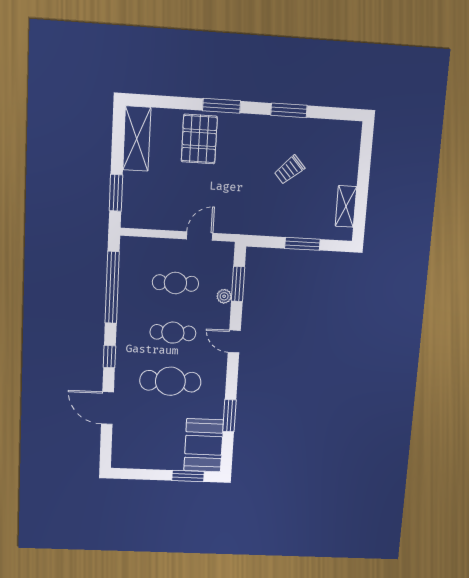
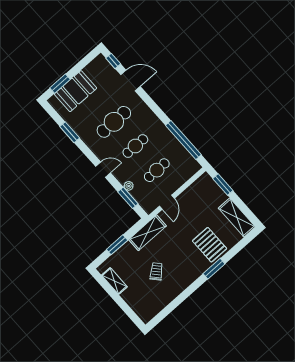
window: (289, 110) -> (183, 297), removed
shelving: (256, 224) -> (147, 233), added
window: (109, 357) -> (113, 61), moved
booth: (204, 445) -> (75, 91), moved, turned 90

